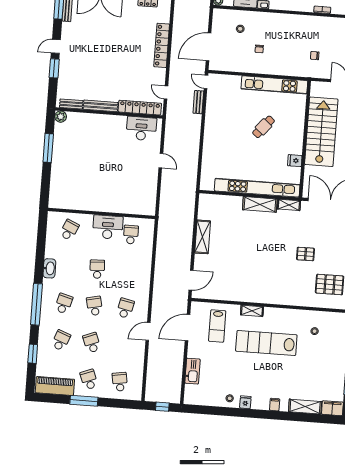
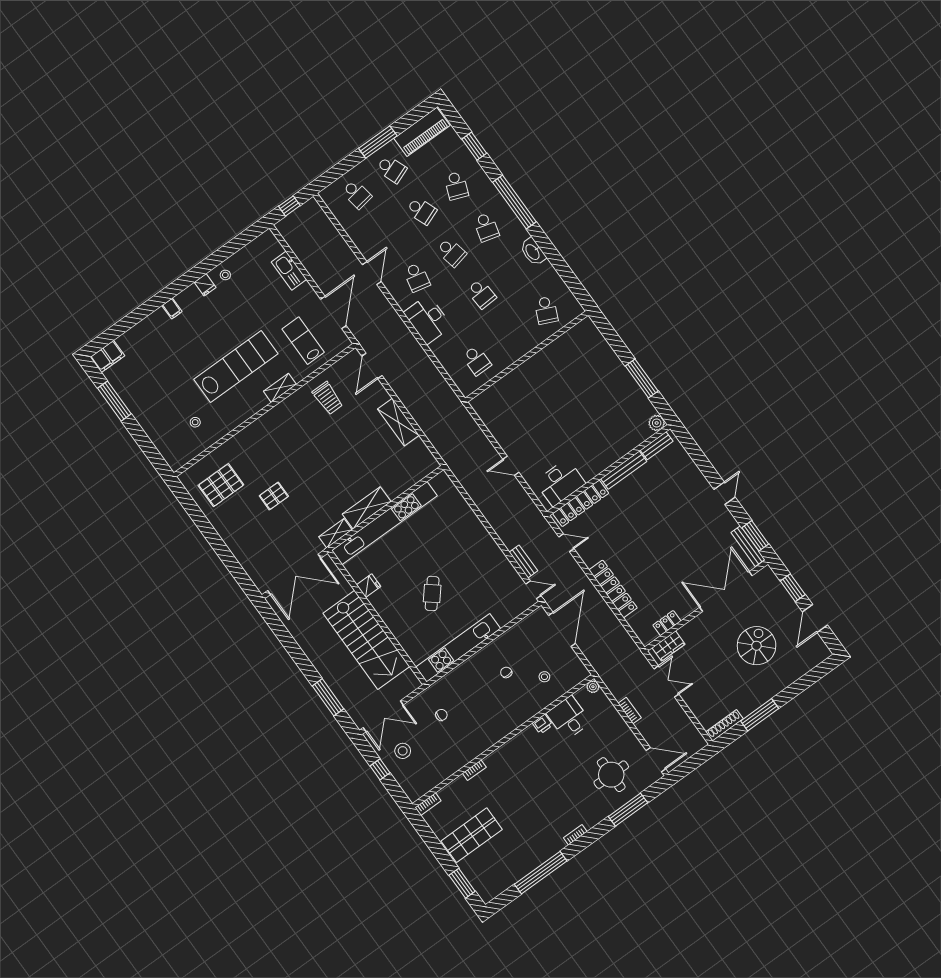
window: (54, 68) -> (707, 468), removed
desk: (108, 227) -> (428, 319), moved, turned 90
trolley: (230, 283) -> (328, 398), added
shelving: (305, 407) -> (138, 334), removed

